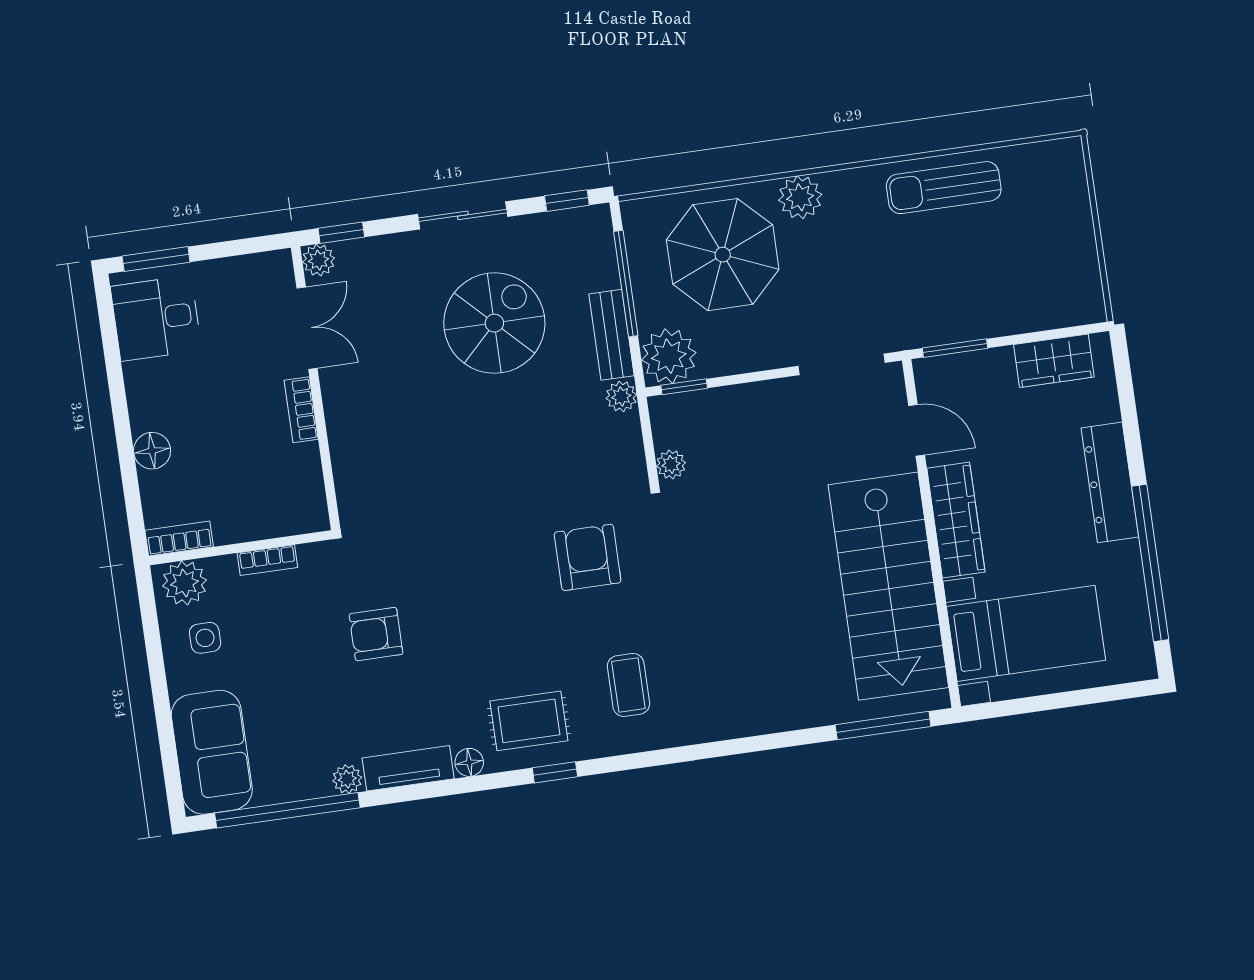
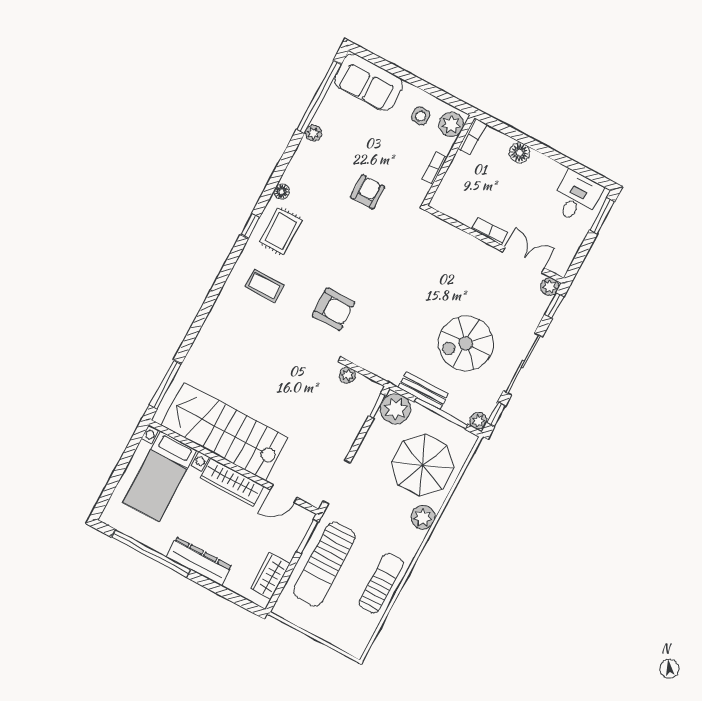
sliding door: (463, 215) -> (523, 364), width x1.37
sun lounger: (977, 293) -> (325, 564), added
spiral stairs: (494, 323) -> (466, 343), turned 90
double door: (307, 328) -> (524, 260), swing flipped
plant: (621, 396) -> (478, 421), moved
tv unit: (408, 768) -> (299, 163), removed

